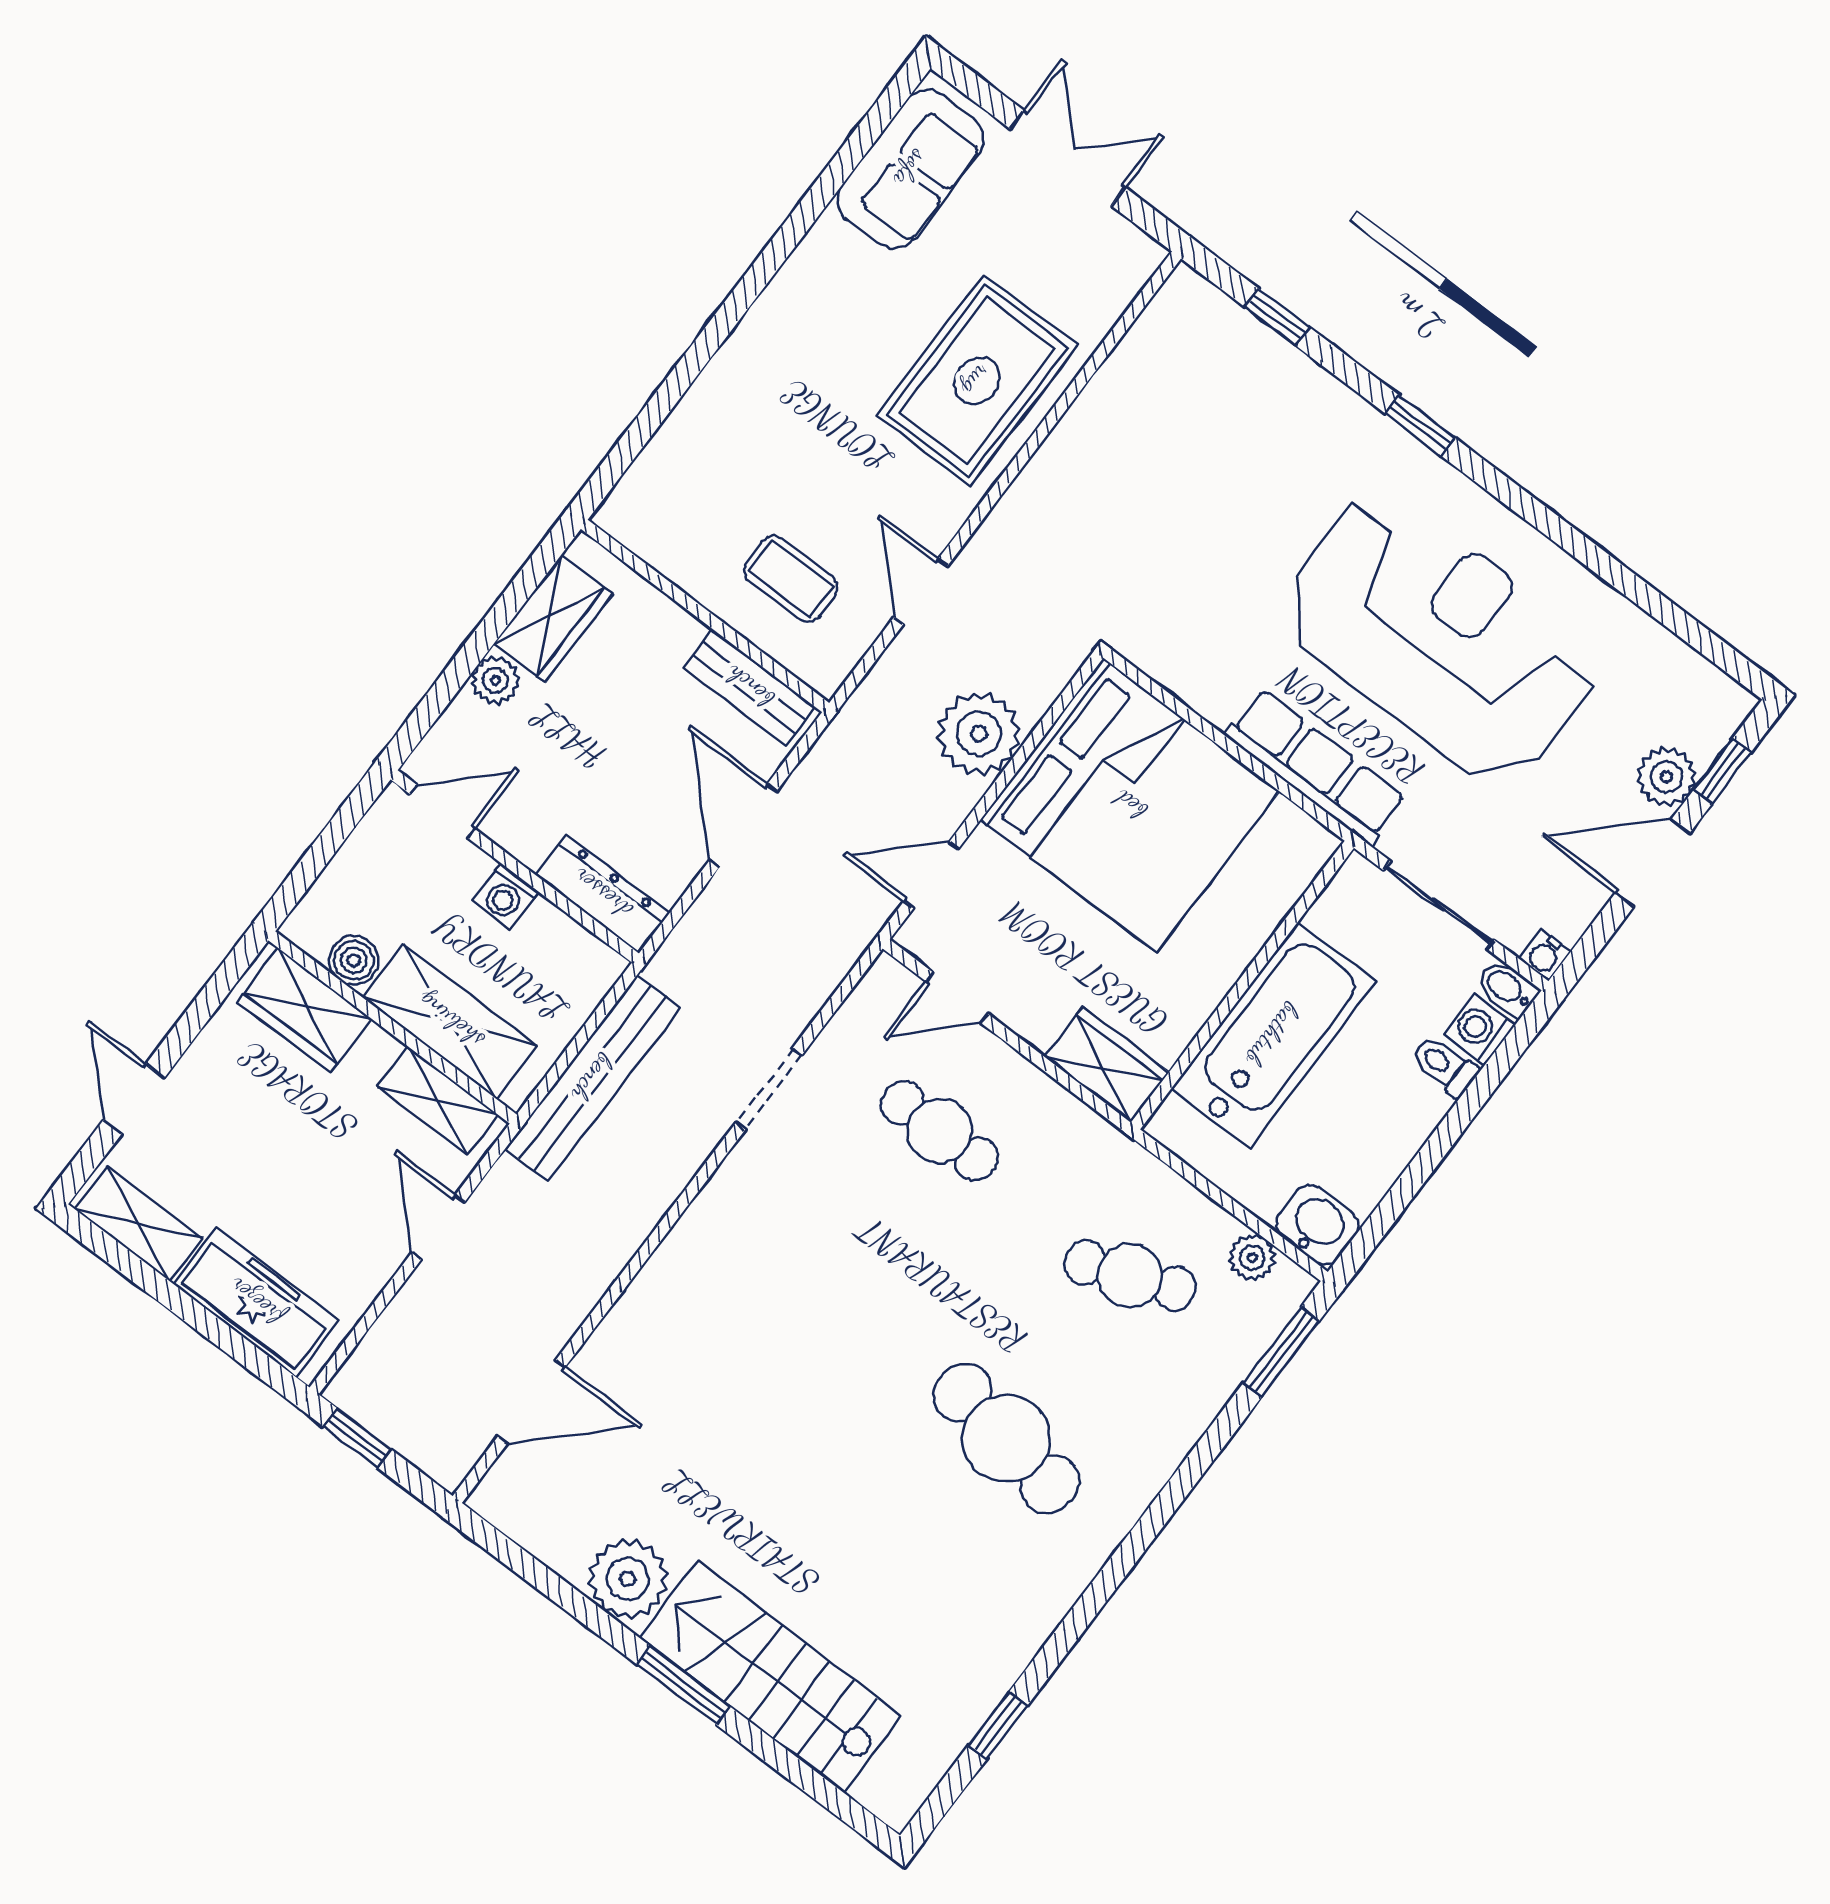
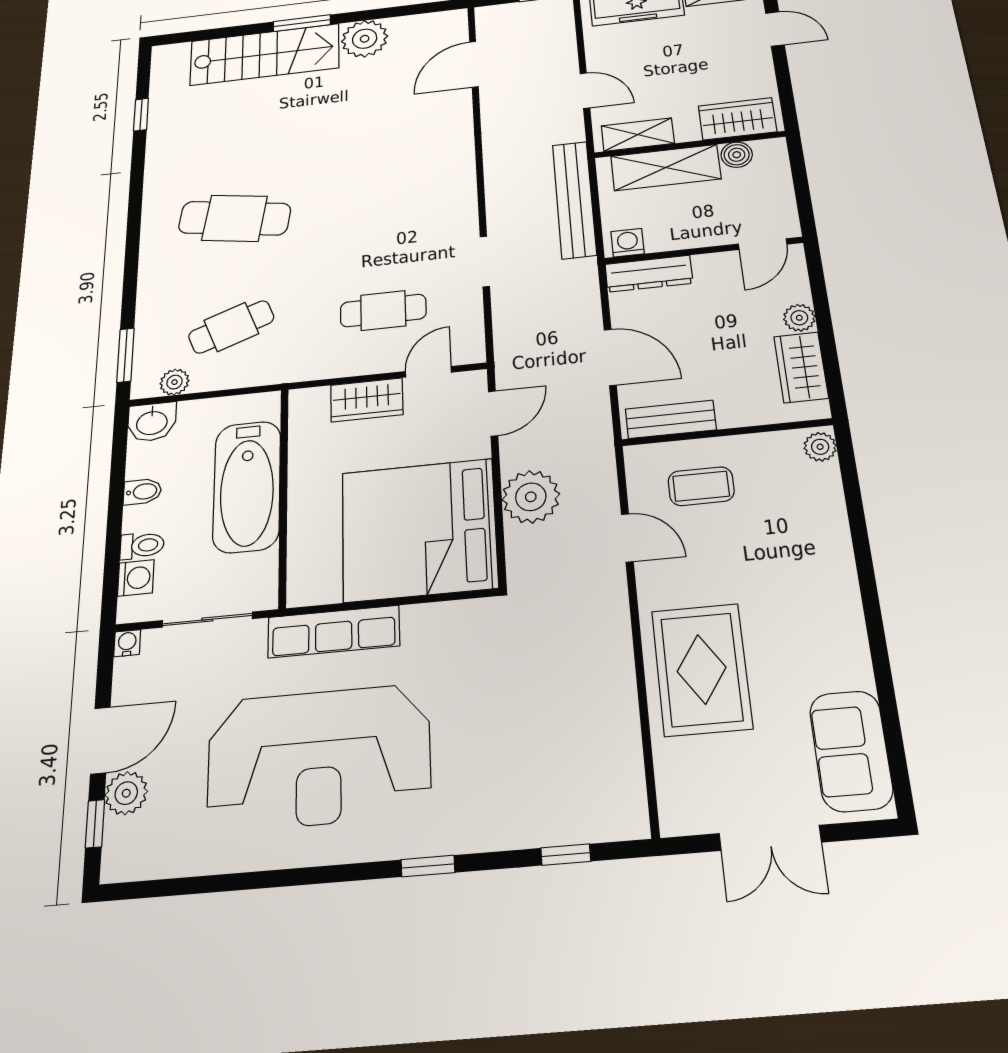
plant: (626, 508) -> (820, 447), added
washing machine: (506, 897) -> (628, 243), moved
bidet: (1507, 989) -> (142, 492), moved
wardrobe: (1107, 1065) -> (367, 400), moved

